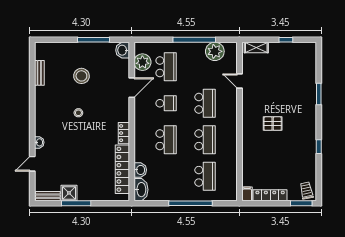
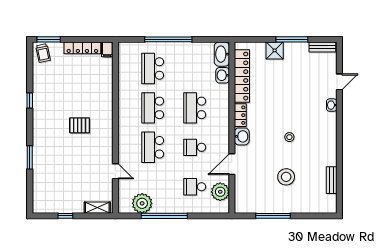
washbasin: (123, 50) -> (242, 136), moved
school desk: (166, 67) -> (195, 187), width x0.54
shower: (69, 193) -> (275, 50), moved

